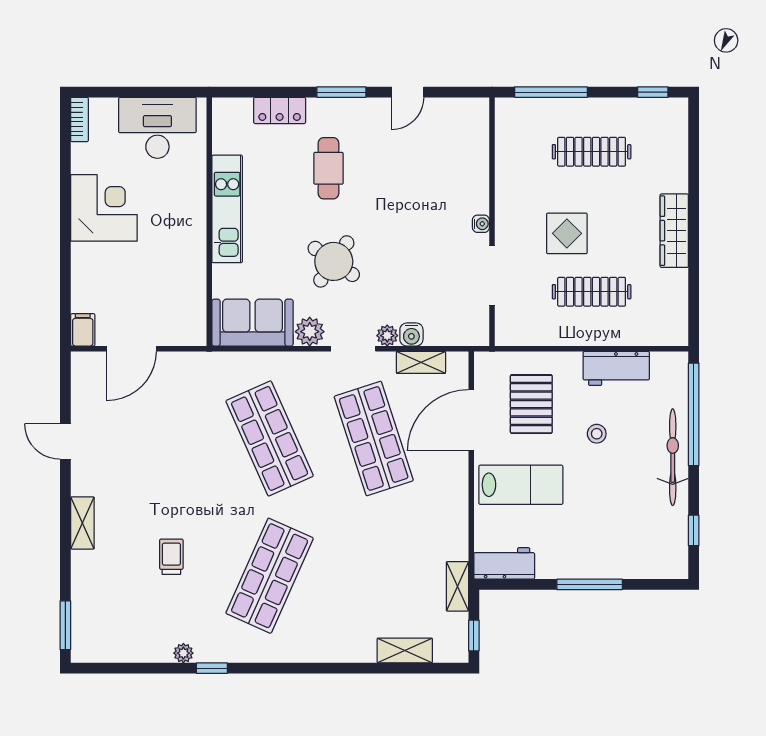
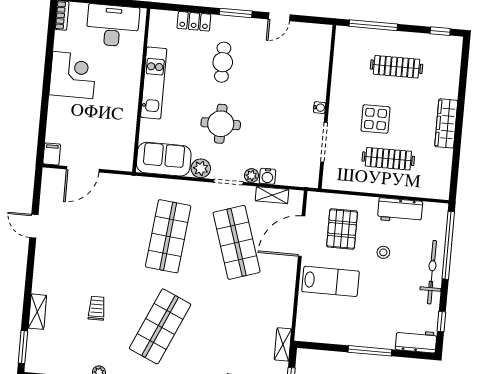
round table: (334, 261) -> (221, 124), turned -35
shop shelf: (270, 438) -> (168, 236), turned 30
shelving: (82, 523) -> (37, 312), moved
workbench: (504, 563) -> (416, 341), moved

